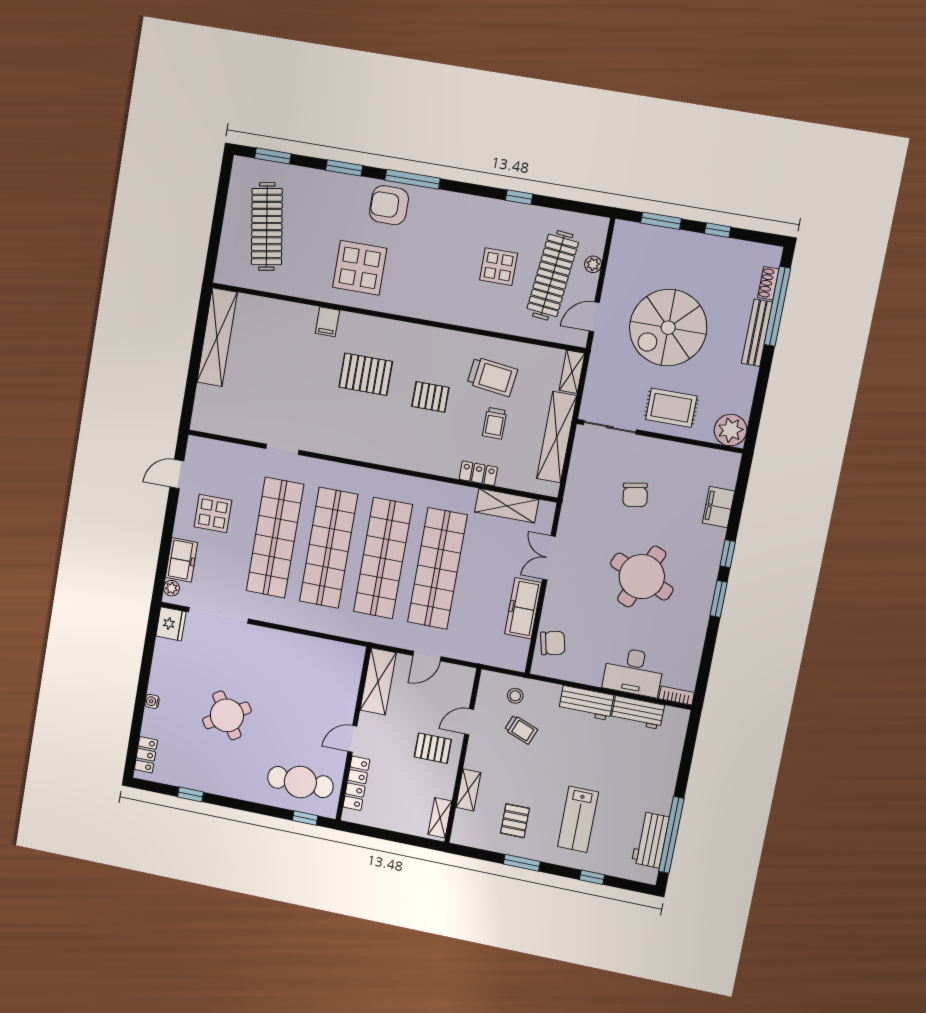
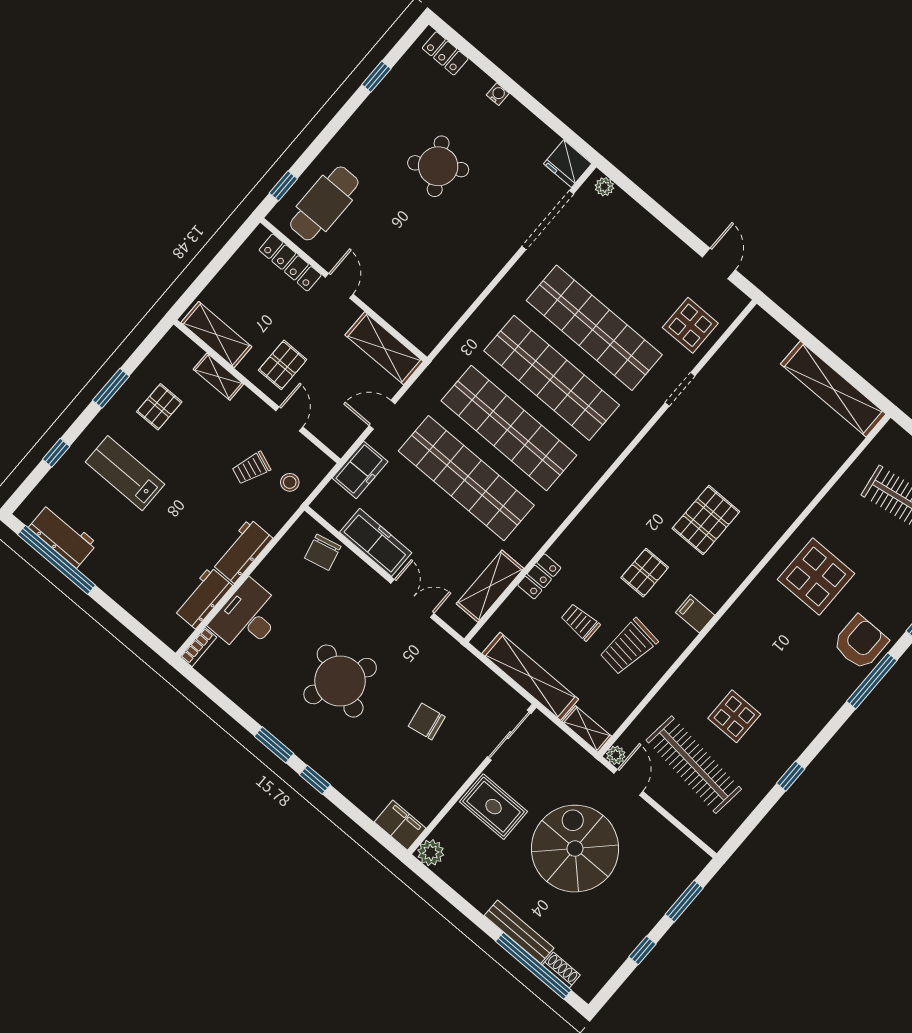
plant: (593, 264) -> (616, 755), moved
filing cabinet: (327, 322) -> (695, 614), moved
rug: (671, 408) -> (494, 807), turned 90
plant: (731, 430) -> (431, 853), width x0.73, depth x0.73
filing cabinet: (718, 507) -> (400, 825), moved
display table: (213, 514) -> (690, 325), moved
freezer: (181, 560) -> (360, 470), moved, turned -90
door: (427, 656) -> (382, 415), hinge flipped
shelving: (440, 818) -> (216, 335), width x1.50, depth x1.33
pallet: (515, 821) -> (159, 407), turned 90

